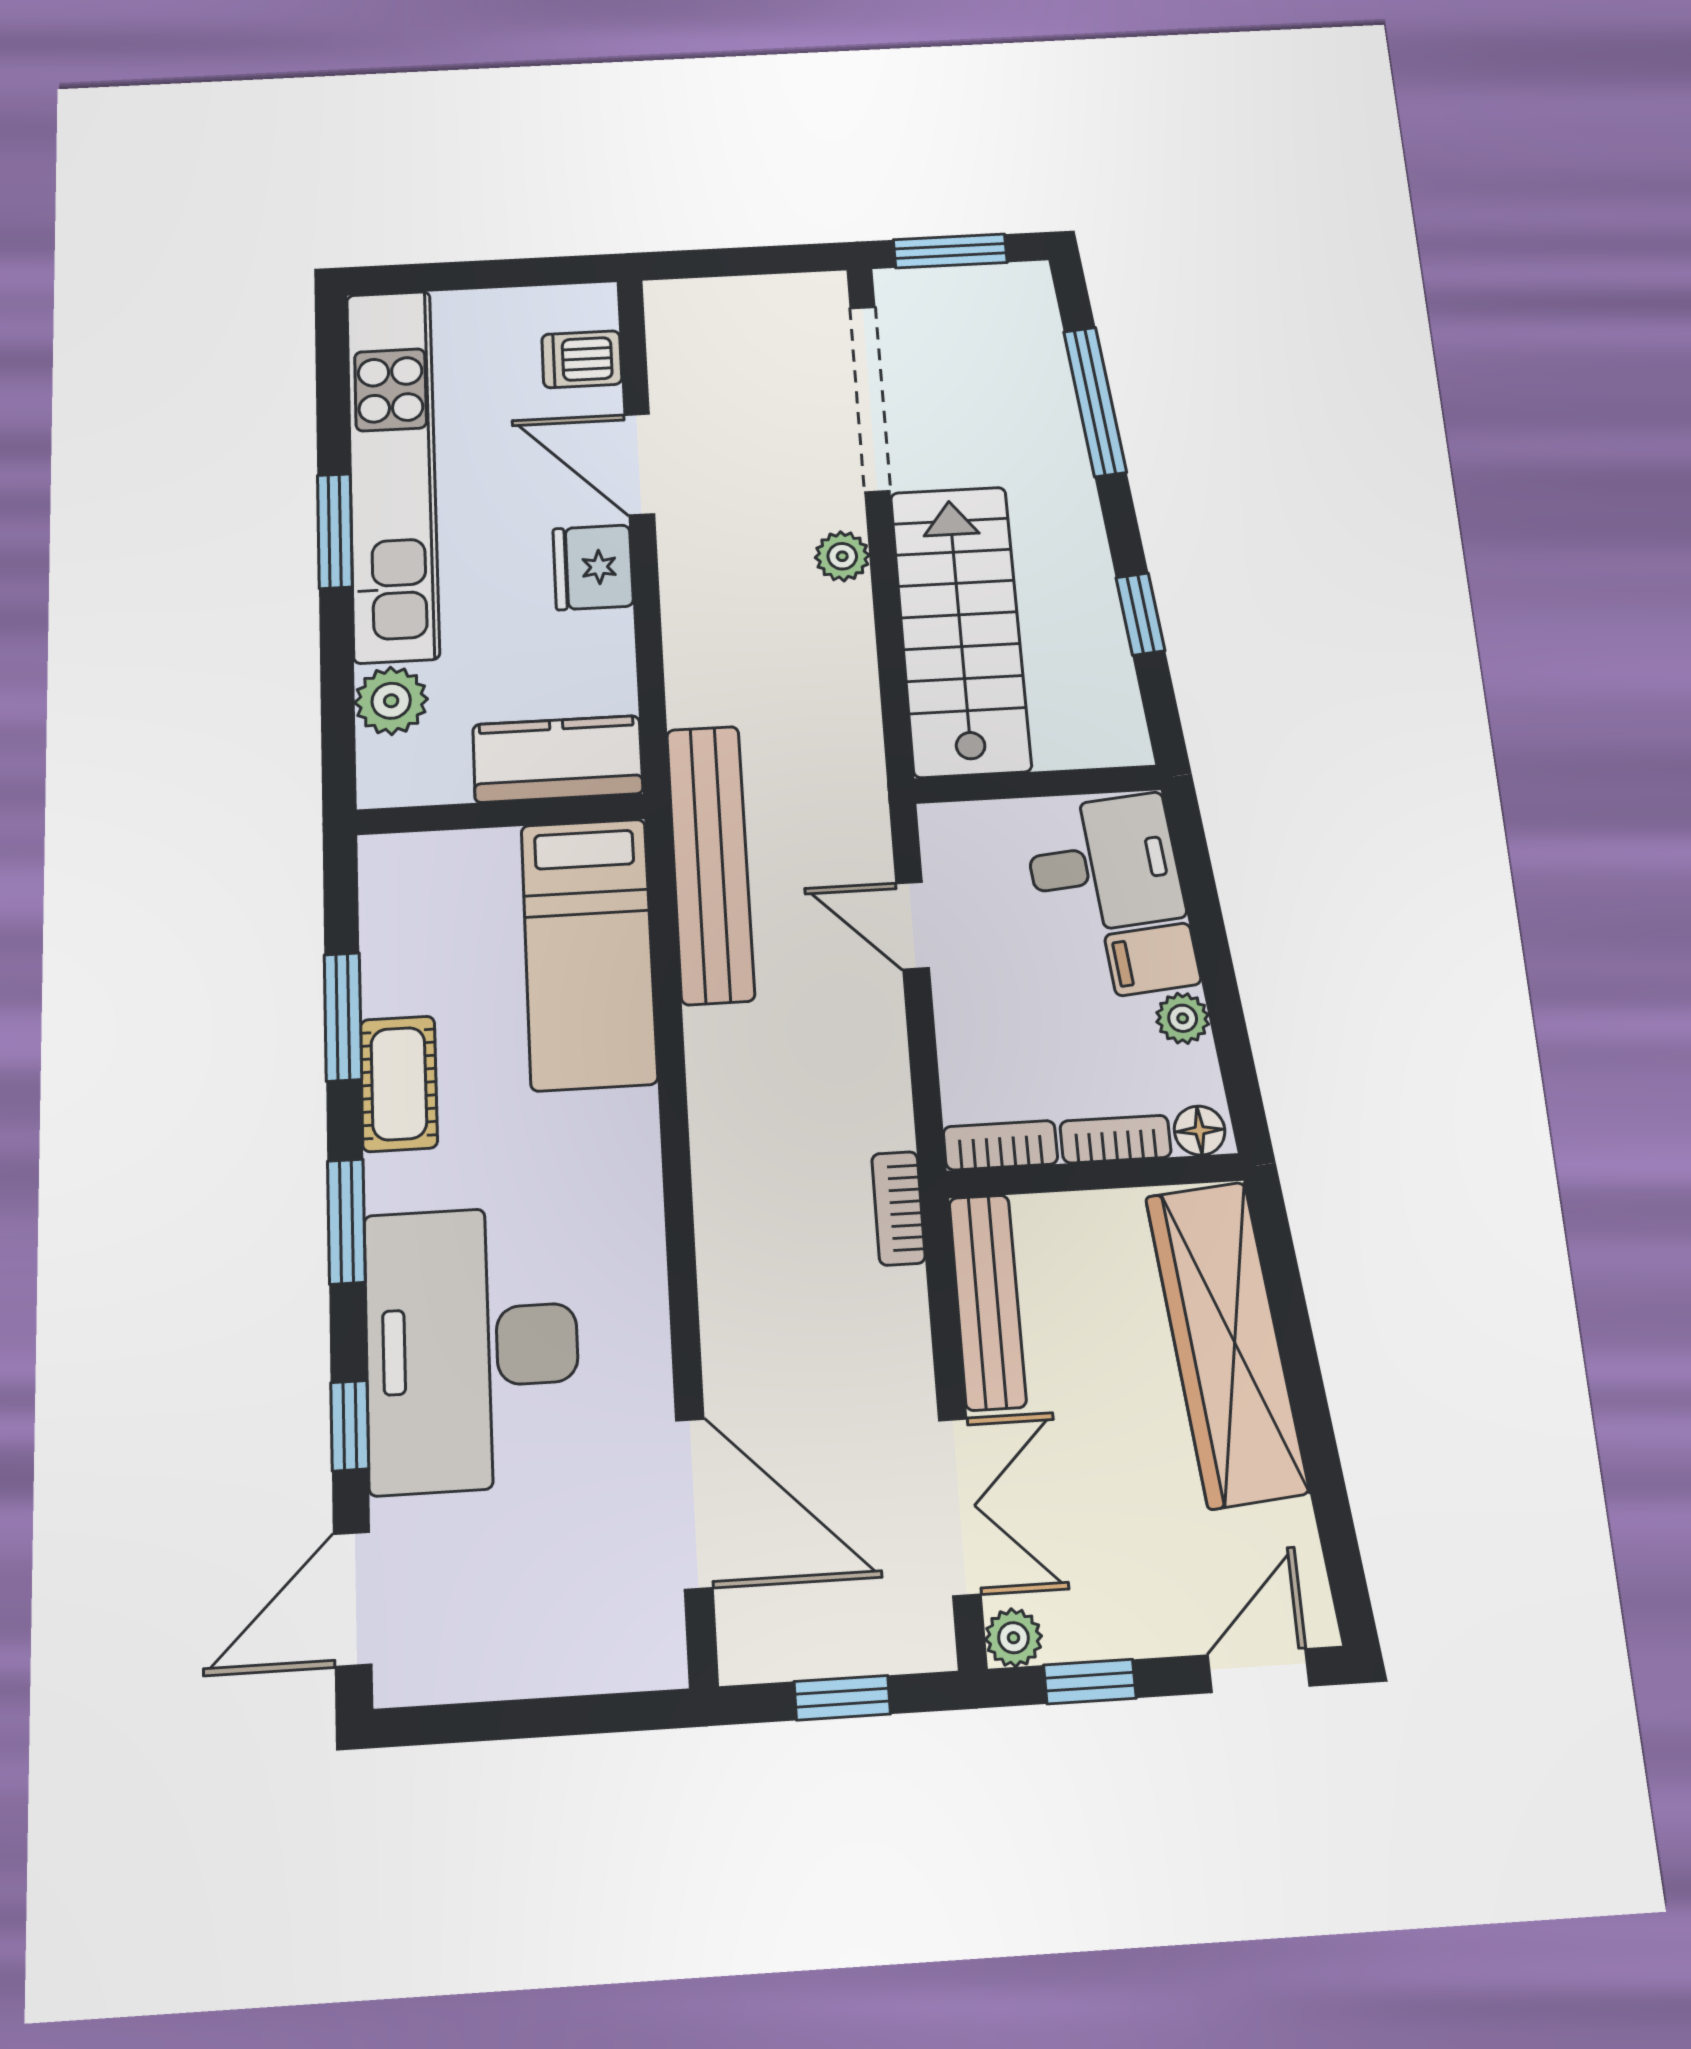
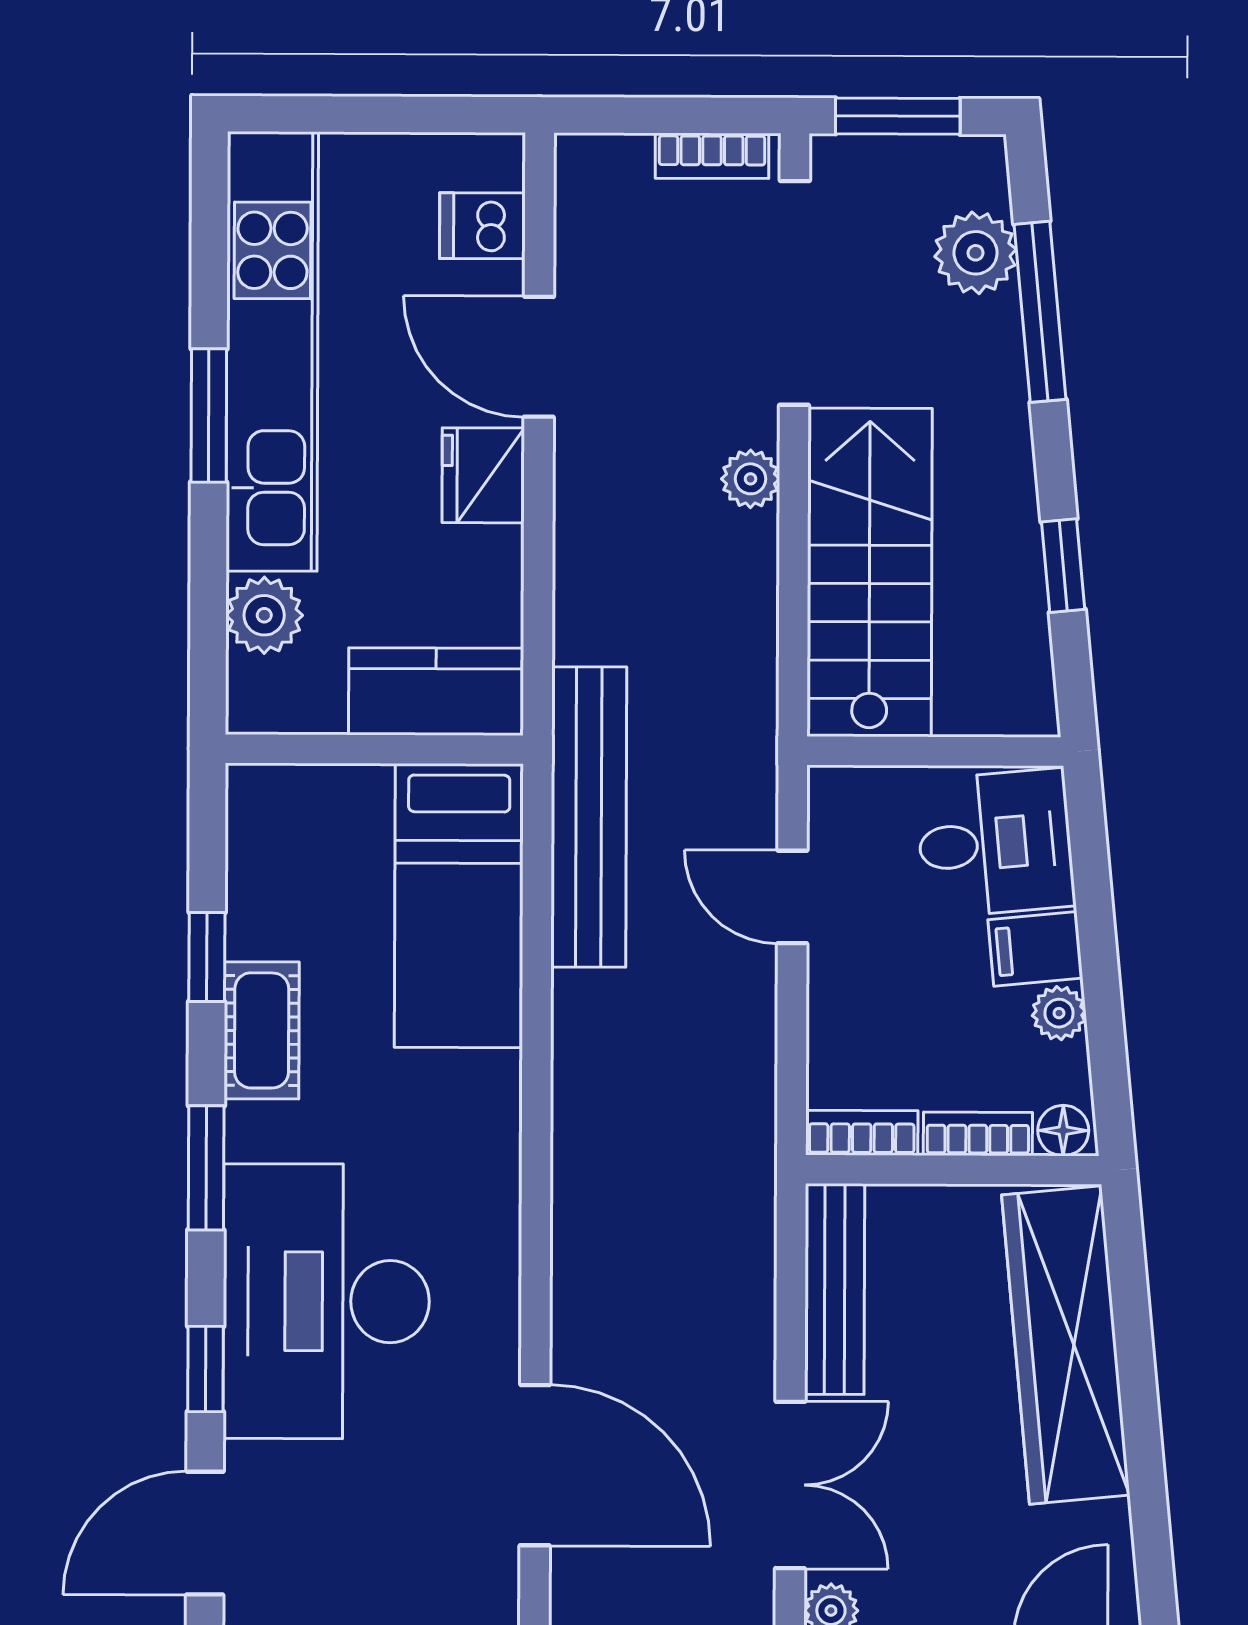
plant: (1031, 357) -> (976, 253), added
window: (343, 1017) -> (207, 957), width x0.67
bookcase: (898, 1208) -> (712, 156), moved, turned -90

